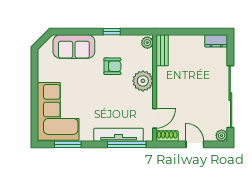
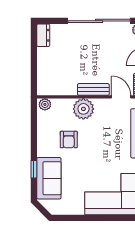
window: (112, 32) -> (34, 169), moved
bench: (162, 50) -> (93, 89), moved
armchair: (112, 66) -> (69, 140), turned 180

